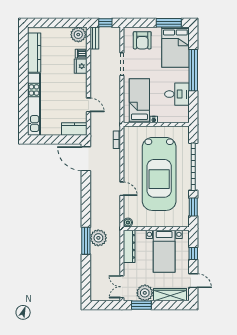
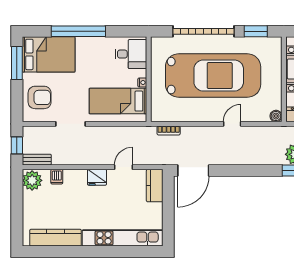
fridge: (81, 66) -> (97, 177), moved
desk: (177, 94) -> (131, 54), moved, turned 90

